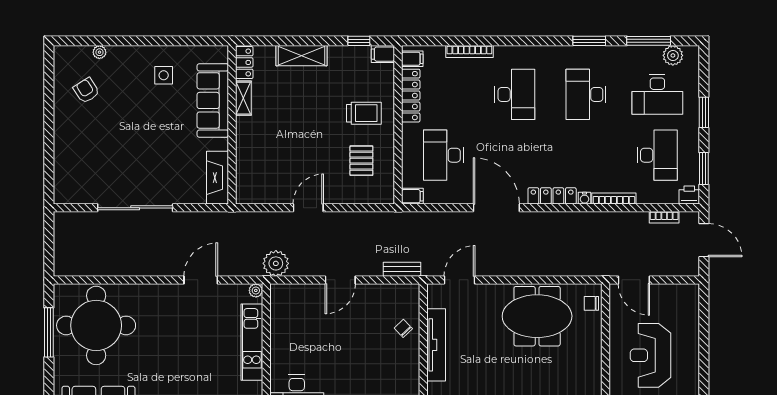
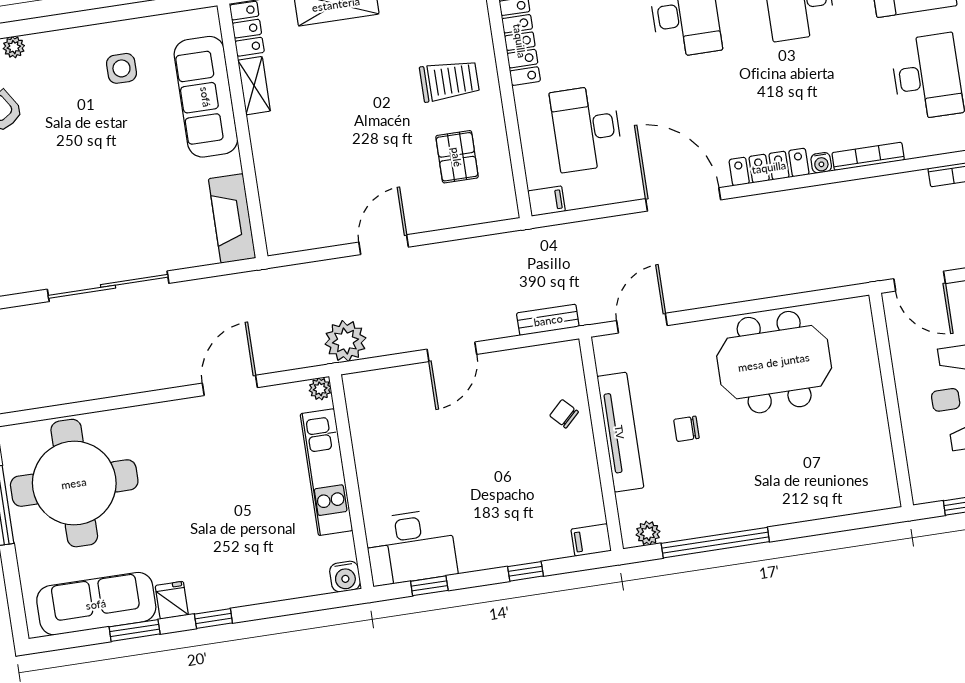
chair: (591, 303) -> (686, 429), moved

